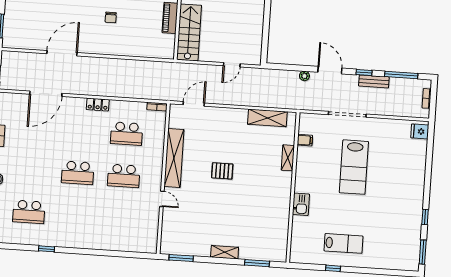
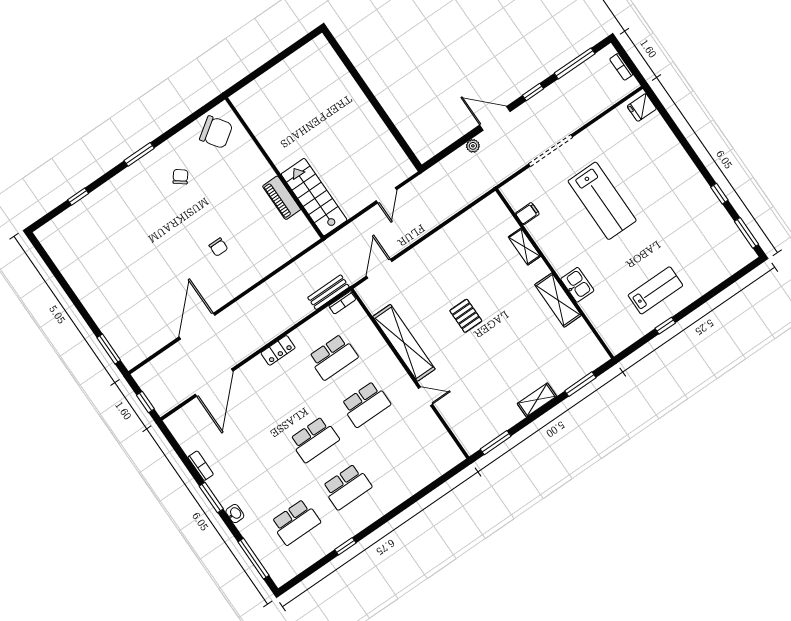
bench: (374, 81) -> (328, 292), moved
shelving: (267, 118) -> (558, 300), moved, turned 90
pallet: (222, 171) -> (466, 316), turned 90
school desk: (75, 215) -> (347, 487), added

